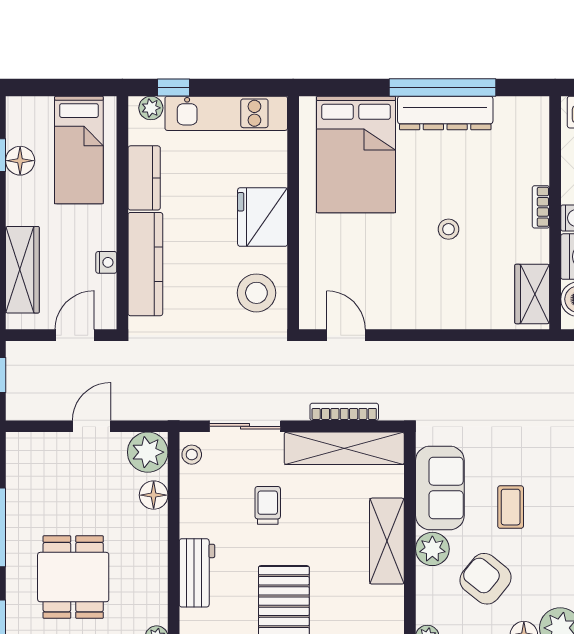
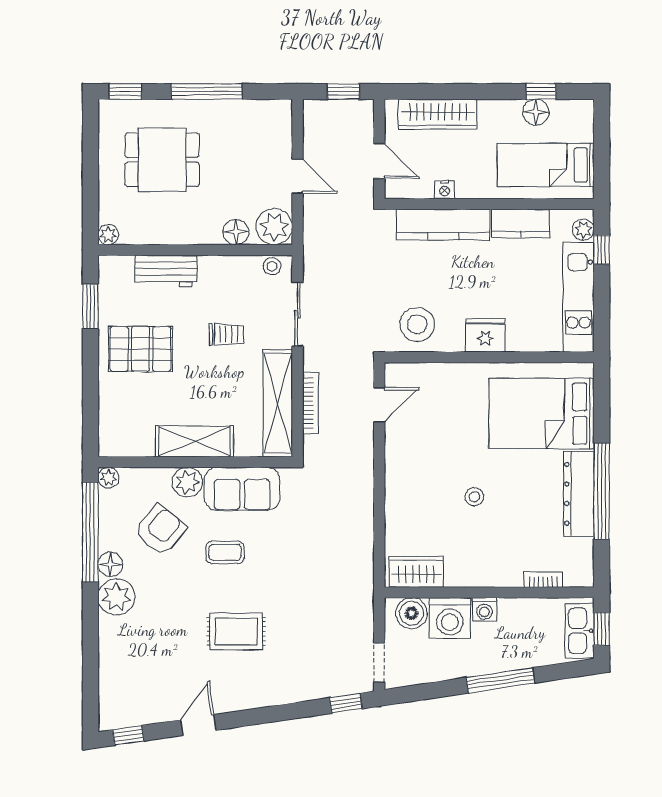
bookcase: (541, 207) -> (543, 580), moved
fridge: (263, 217) -> (485, 335), width x0.73, depth x0.75

